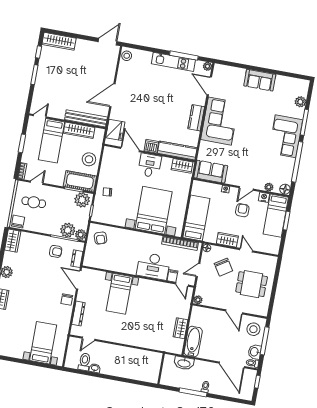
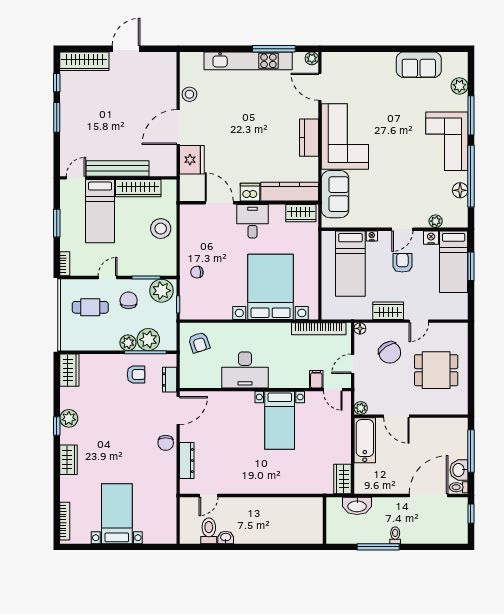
door: (107, 42) -> (126, 49), moved
stool: (127, 56) -> (189, 94), moved
kitchen unit: (173, 62) -> (248, 61), width x1.36
sofa: (260, 80) -> (419, 65), moved
bench: (86, 118) -> (117, 168), moved
fridge: (115, 130) -> (192, 160), moved
sofa: (211, 172) -> (335, 194), moved, turned 90
cot: (80, 181) -> (153, 263), removed
door: (37, 183) -> (108, 278), moved
floor lamp: (285, 189) -> (460, 190), moved
bed: (196, 218) -> (350, 264), moved, turned 180
chair: (18, 222) -> (129, 300), moved
plant: (81, 235) -> (128, 343), moved
door: (246, 250) -> (419, 321), swing flipped
desk: (153, 266) -> (245, 370), moved
door: (79, 280) -> (178, 411), swing flipped
bed with nightstands: (119, 294) -> (280, 420), moved
door: (234, 312) -> (396, 416), moved
wardrobe: (180, 328) -> (342, 479), moved
stool: (253, 329) -> (451, 437), removed
bathtub: (193, 342) -> (365, 440), moved
bed with nightstands: (43, 343) -> (117, 514), moved
door: (232, 365) -> (429, 495), swing flipped

